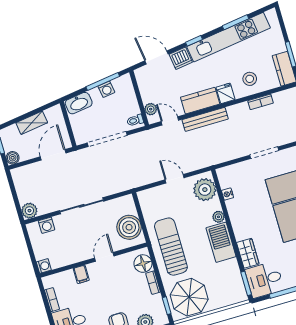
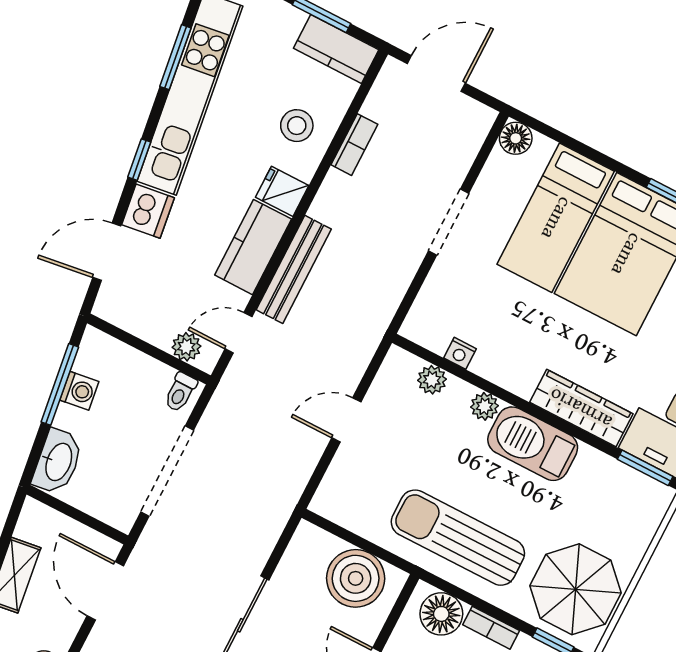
plant: (205, 190) -> (432, 380), width x0.53, depth x0.53
wardrobe: (248, 253) -> (581, 408), width x1.50

